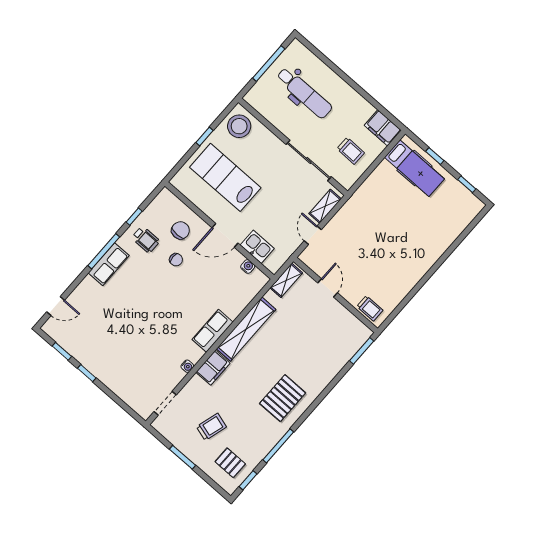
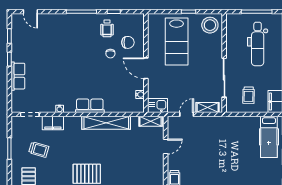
lab bench: (225, 177) -> (177, 42), turned 180
kitchen sink: (257, 247) -> (157, 105), moved, turned -90
row of seats: (109, 264) -> (18, 76), moved, turned -90
filing cabinet: (213, 368) -> (53, 123), moved

